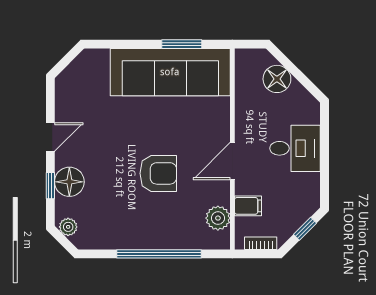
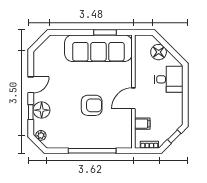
desk: (295, 148) -> (169, 79), moved
plant: (218, 218) -> (125, 130), removed

